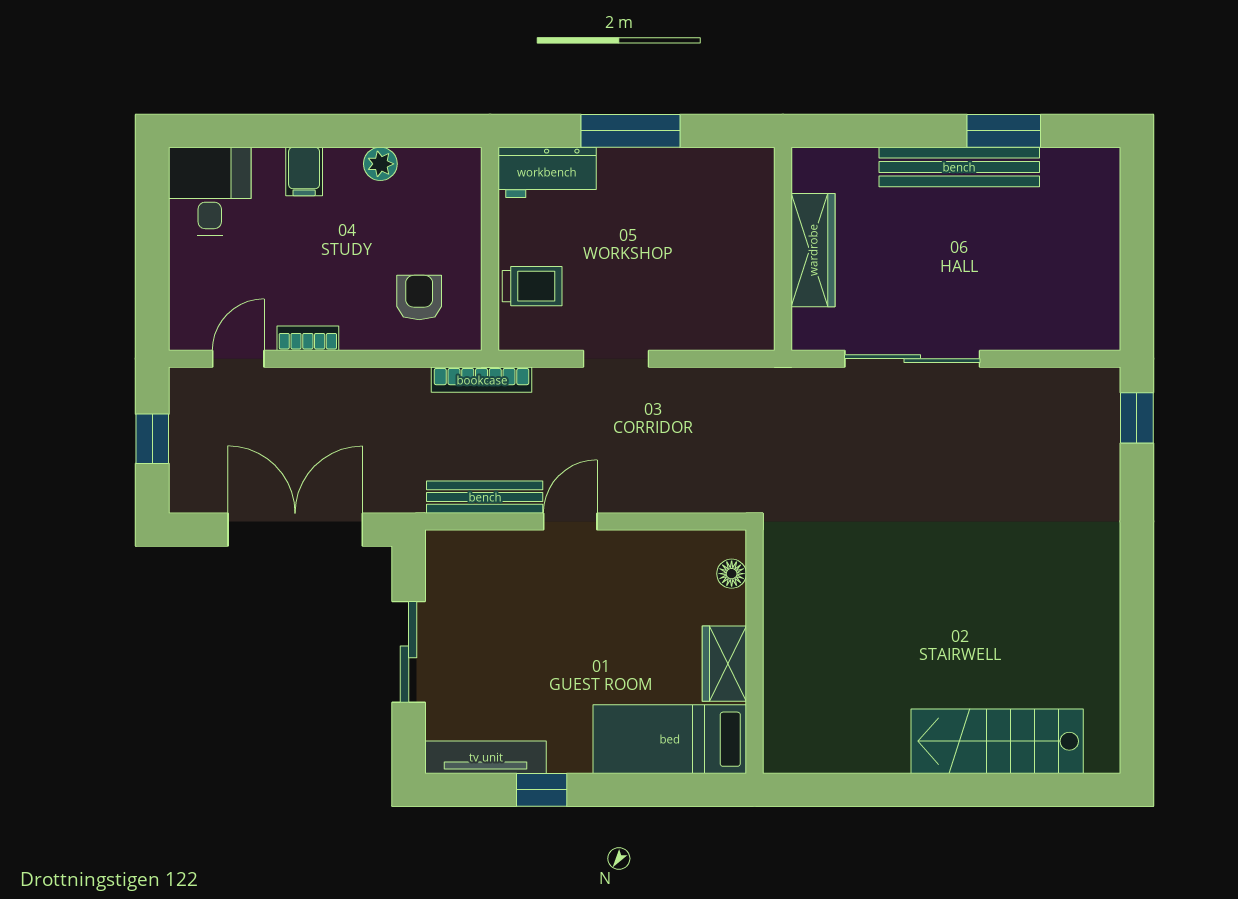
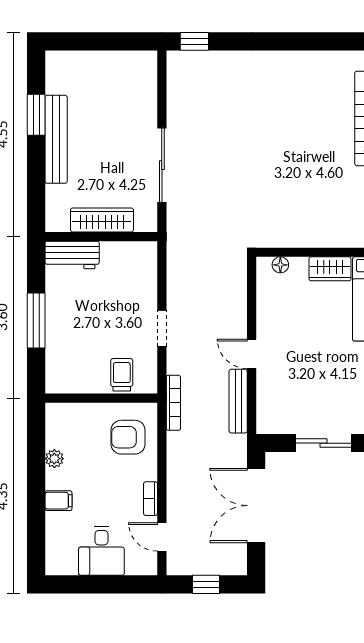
workbench: (547, 172) -> (72, 255), moved, turned 90
desk: (210, 191) -> (101, 551), moved, turned -90
armchair: (419, 297) -> (128, 437), width x1.38, depth x1.38

